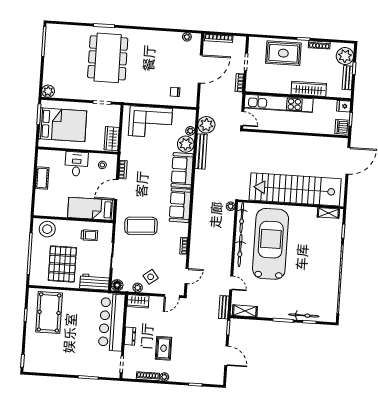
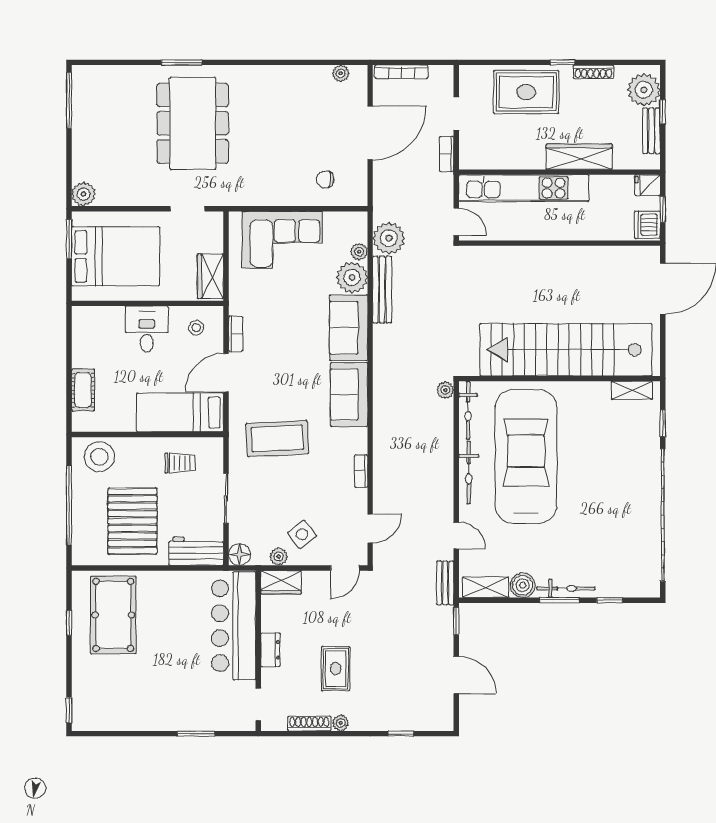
cot: (42, 178) -> (83, 390), moved
boiler: (264, 311) -> (523, 585), added
bicycle: (304, 315) -> (566, 588), moved

